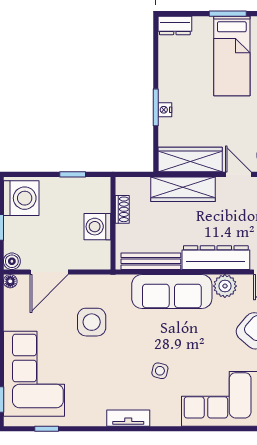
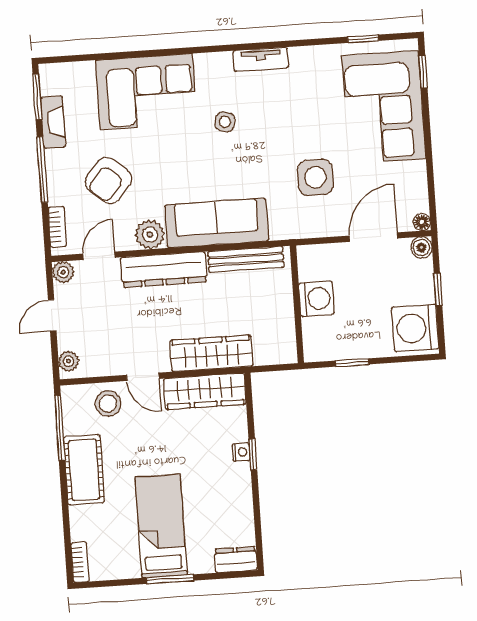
window: (156, 107) -> (253, 454), width x0.67
shoe rack: (122, 209) -> (286, 323), removed

